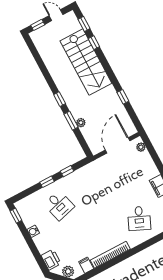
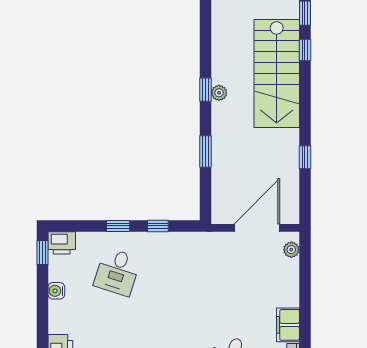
window: (60, 99) -> (206, 90), moved
plant: (81, 123) -> (219, 93), moved
desk: (59, 205) -> (117, 272), turned 33
printer: (23, 206) -> (62, 243), added

